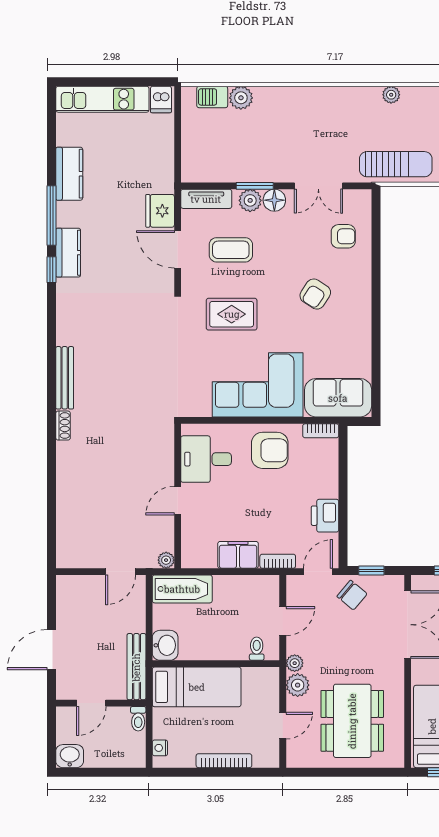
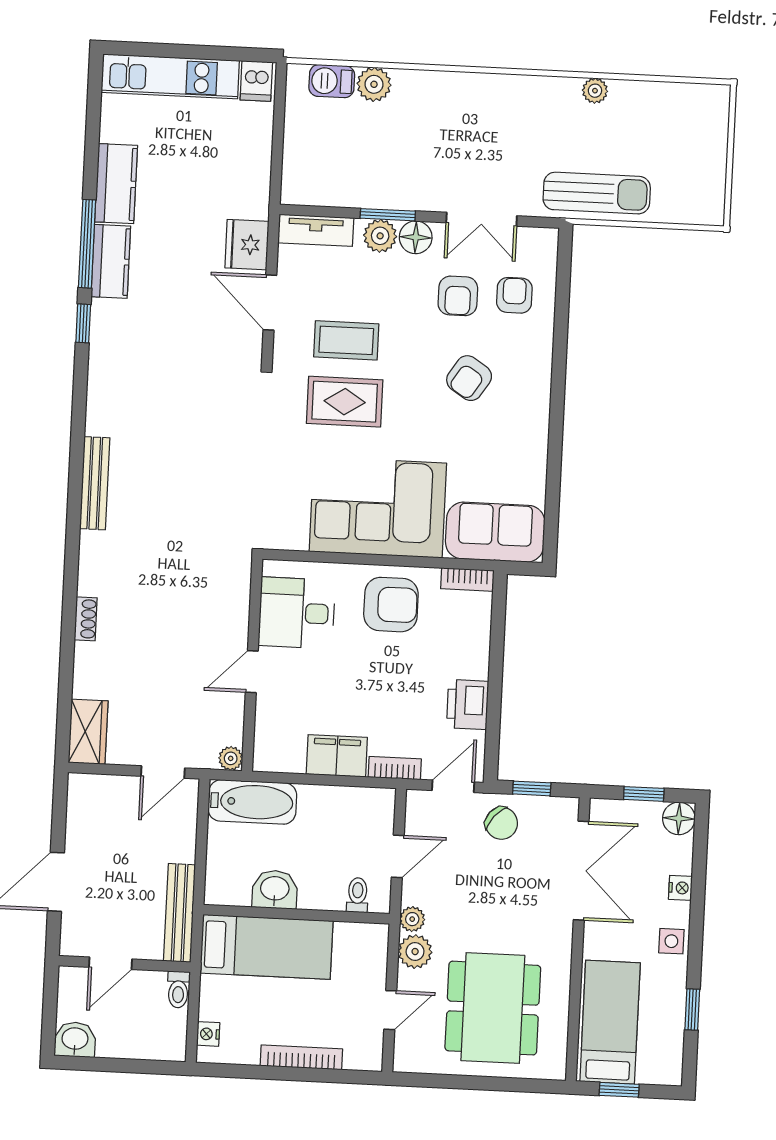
armchair: (343, 236) -> (514, 295), turned -90
armchair: (305, 239) -> (458, 296), added
coffee table: (231, 250) -> (346, 340), moved
kitchen counter: (68, 253) -> (111, 261), moved
shoe rack: (63, 426) -> (86, 619), moved
wardrobe: (68, 547) -> (88, 732), added
washbasin: (165, 645) -> (275, 889), moved, turned -90

